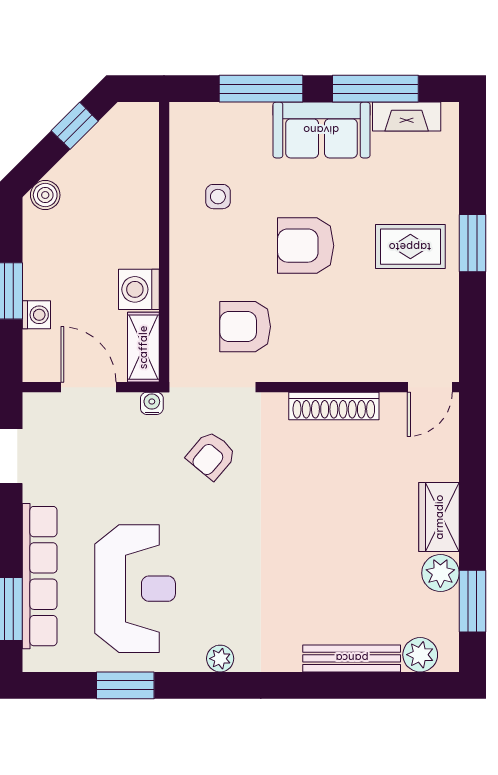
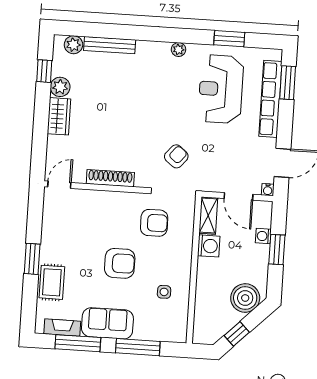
boiler: (45, 195) -> (245, 298), width x1.86, depth x1.86
rug: (410, 247) -> (52, 282), moved, turned 90
water cooler: (152, 403) -> (268, 190), moved
window: (472, 601) -> (44, 71), width x0.67

